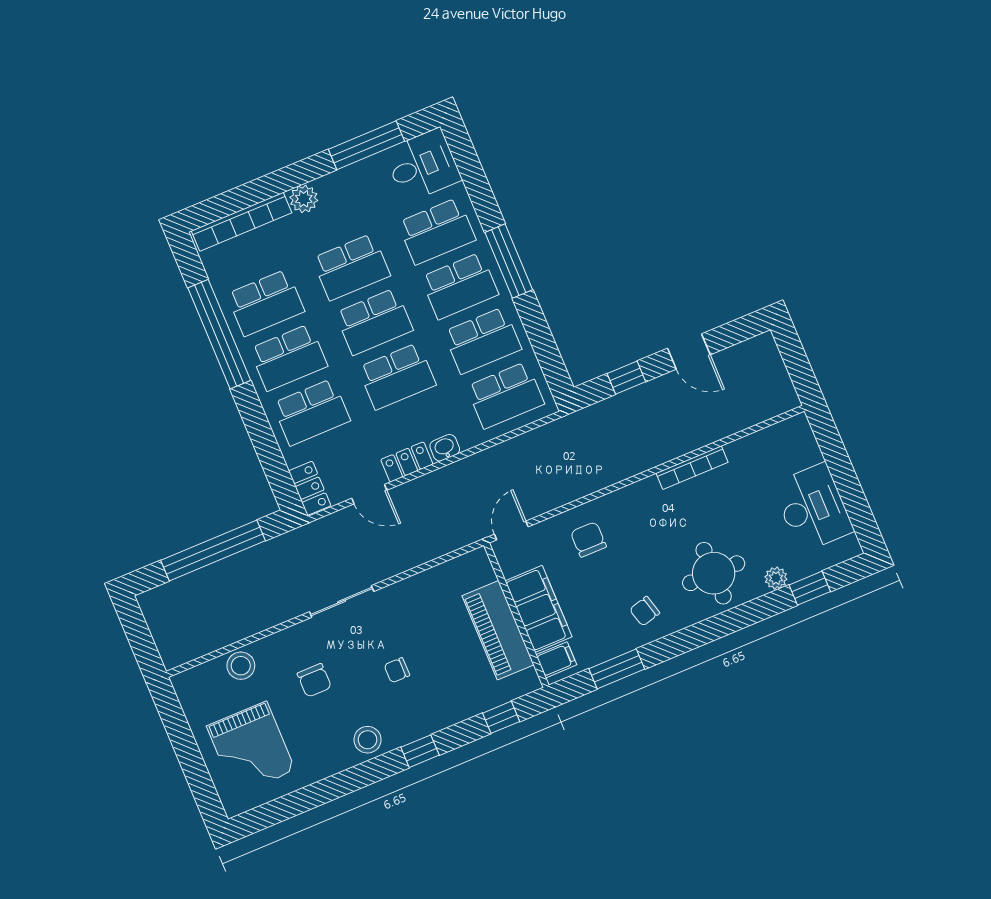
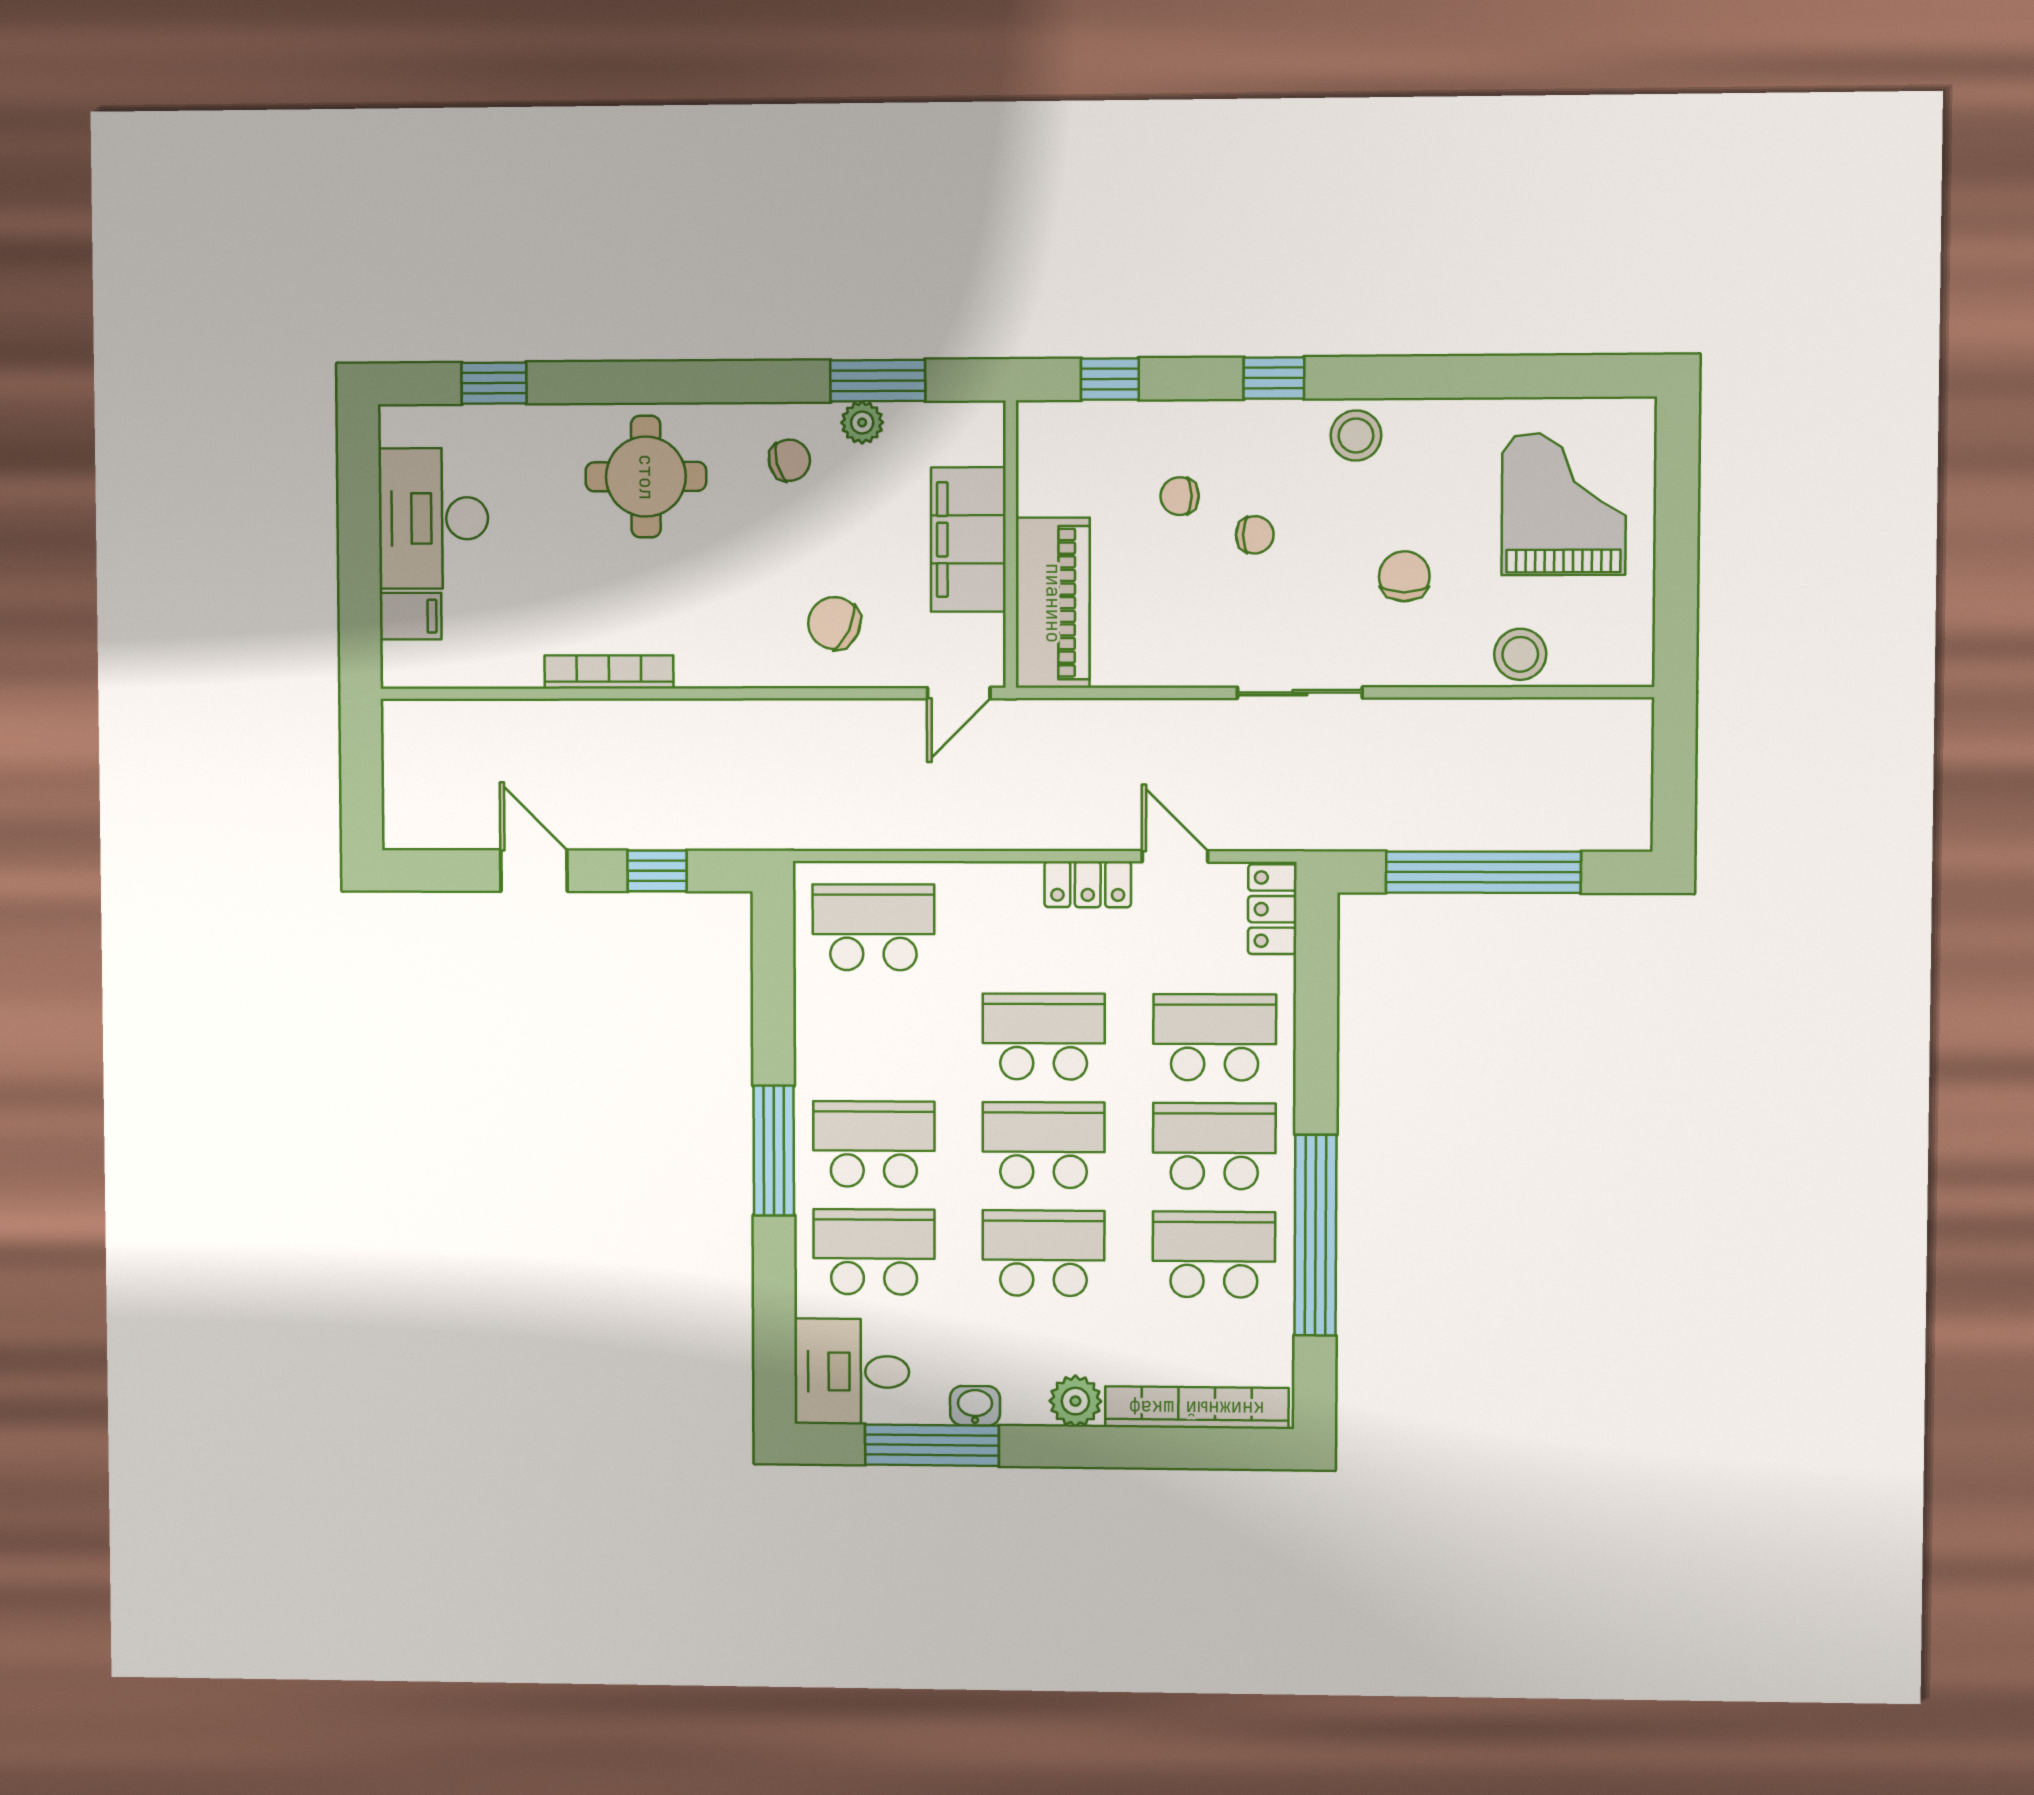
school desk: (482, 341) -> (874, 1036), removed
washbasin: (445, 448) -> (975, 1406), moved, turned 180
chair: (588, 539) -> (834, 623), turned 115
plant: (776, 578) -> (862, 423), moved
piano: (498, 630) -> (1053, 603), moved
filing cabinet: (556, 660) -> (411, 616), moved, turned 180
chair: (442, 674) -> (1180, 496), added

